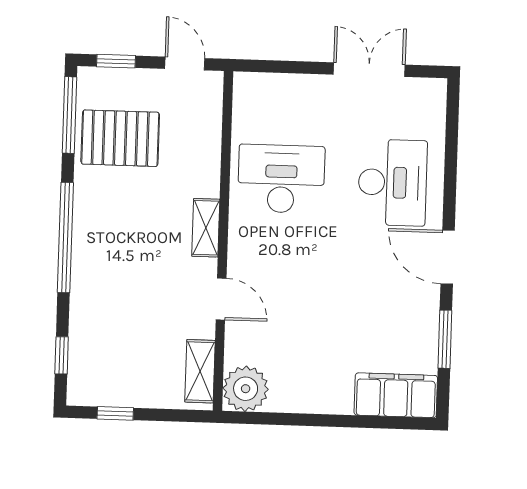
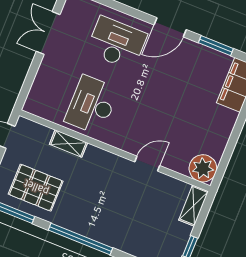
pallet: (120, 138) -> (36, 188), turned 90
shelving: (206, 228) -> (68, 143), moved
shelving: (200, 371) -> (194, 206), moved, turned 90

